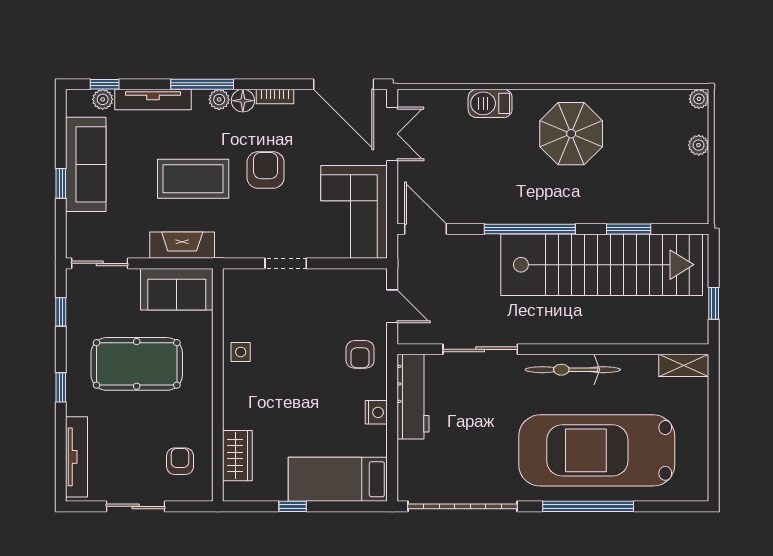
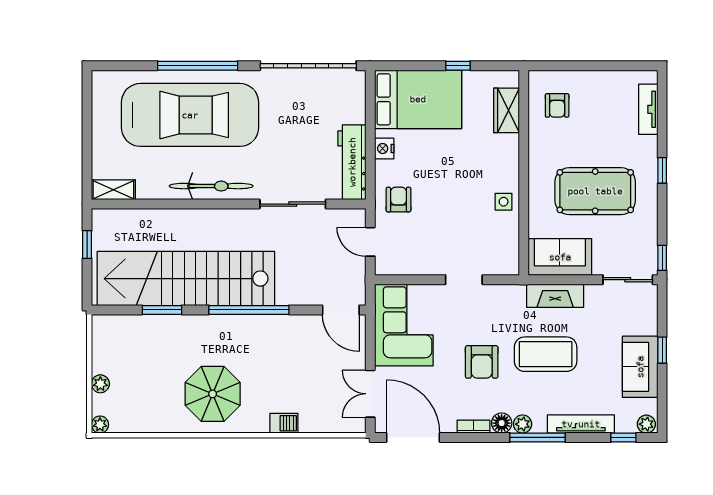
plant: (103, 99) -> (646, 424), moved
barbecue: (490, 103) -> (284, 423), width x0.73, depth x0.79
sofa: (86, 164) -> (640, 367), width x0.73
window: (61, 312) -> (662, 258), moved
tv unit: (77, 457) -> (648, 109), width x0.71
bed: (338, 479) -> (418, 99), width x1.50
sliding door: (136, 506) -> (596, 66), removed

